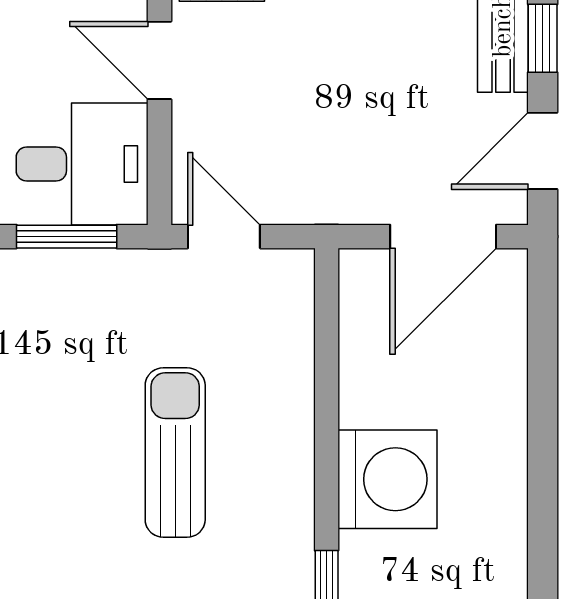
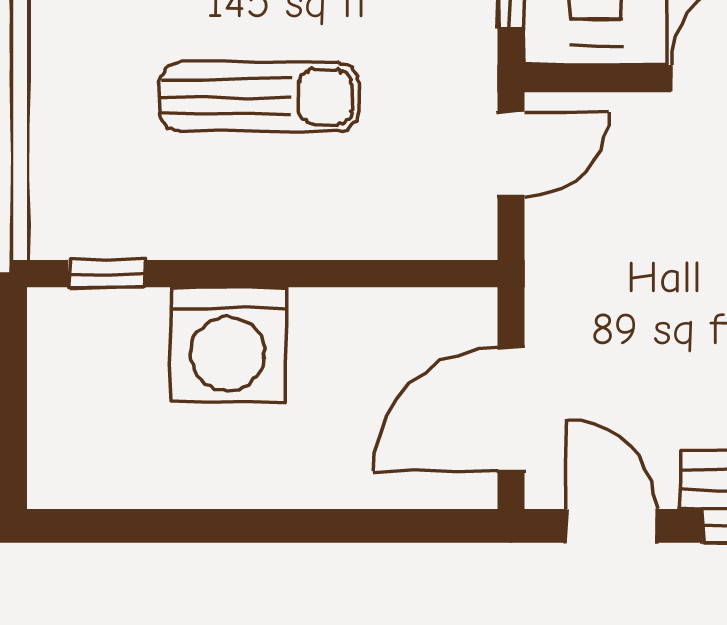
door: (443, 237) -> (511, 410), hinge flipped

